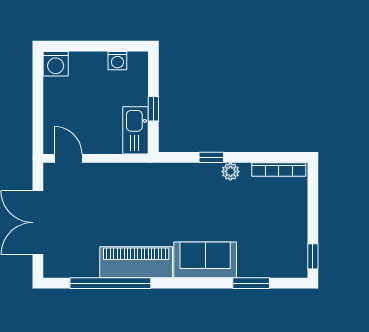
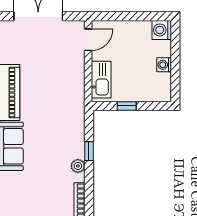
washing machine: (117, 61) -> (164, 65), moved
kitchen sink: (136, 130) -> (101, 80), moved, turned 90

